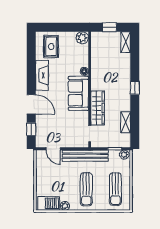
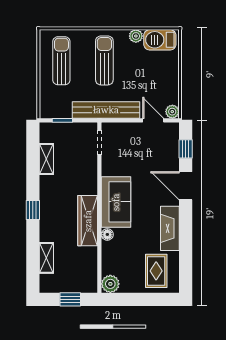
shelving: (126, 42) -> (46, 258), moved
wardrobe: (98, 108) -> (88, 221), moved
plant: (124, 155) -> (172, 112), moved

